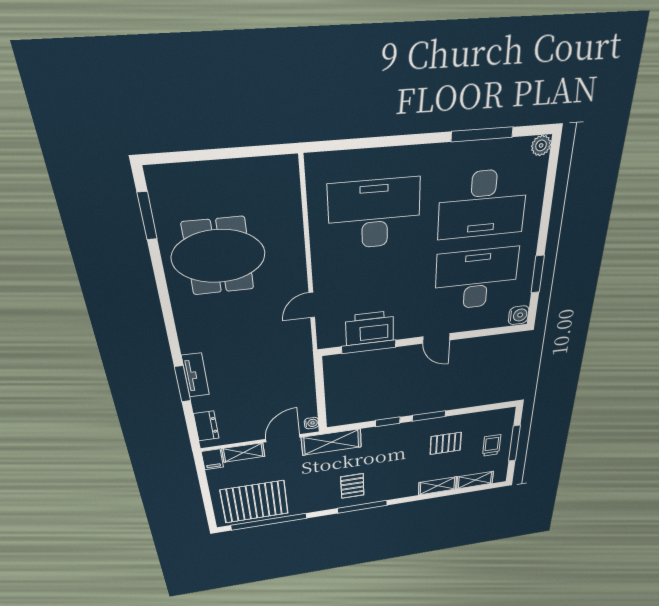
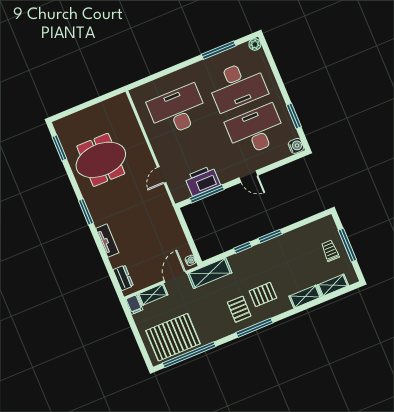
window: (183, 384) -> (86, 212), moved
pallet: (446, 443) -> (263, 294), moved

